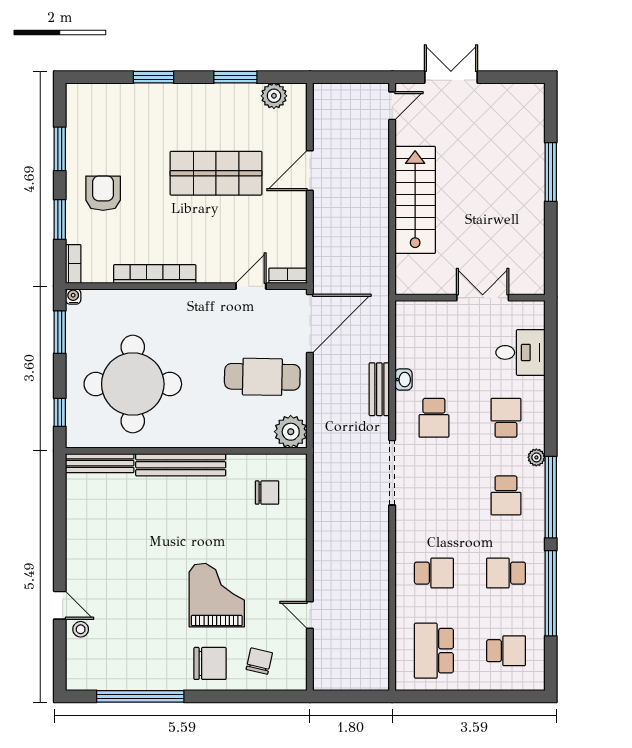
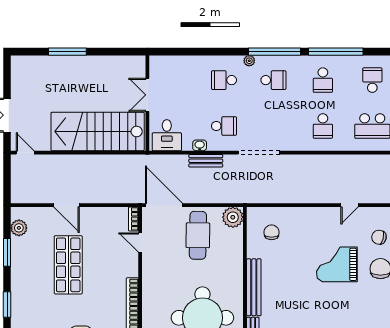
stairs: (415, 200) -> (98, 131), width x1.36, depth x1.51
desk: (520, 352) -> (167, 135), moved, turned 180
school desk: (434, 573) -> (323, 126), turned 180

